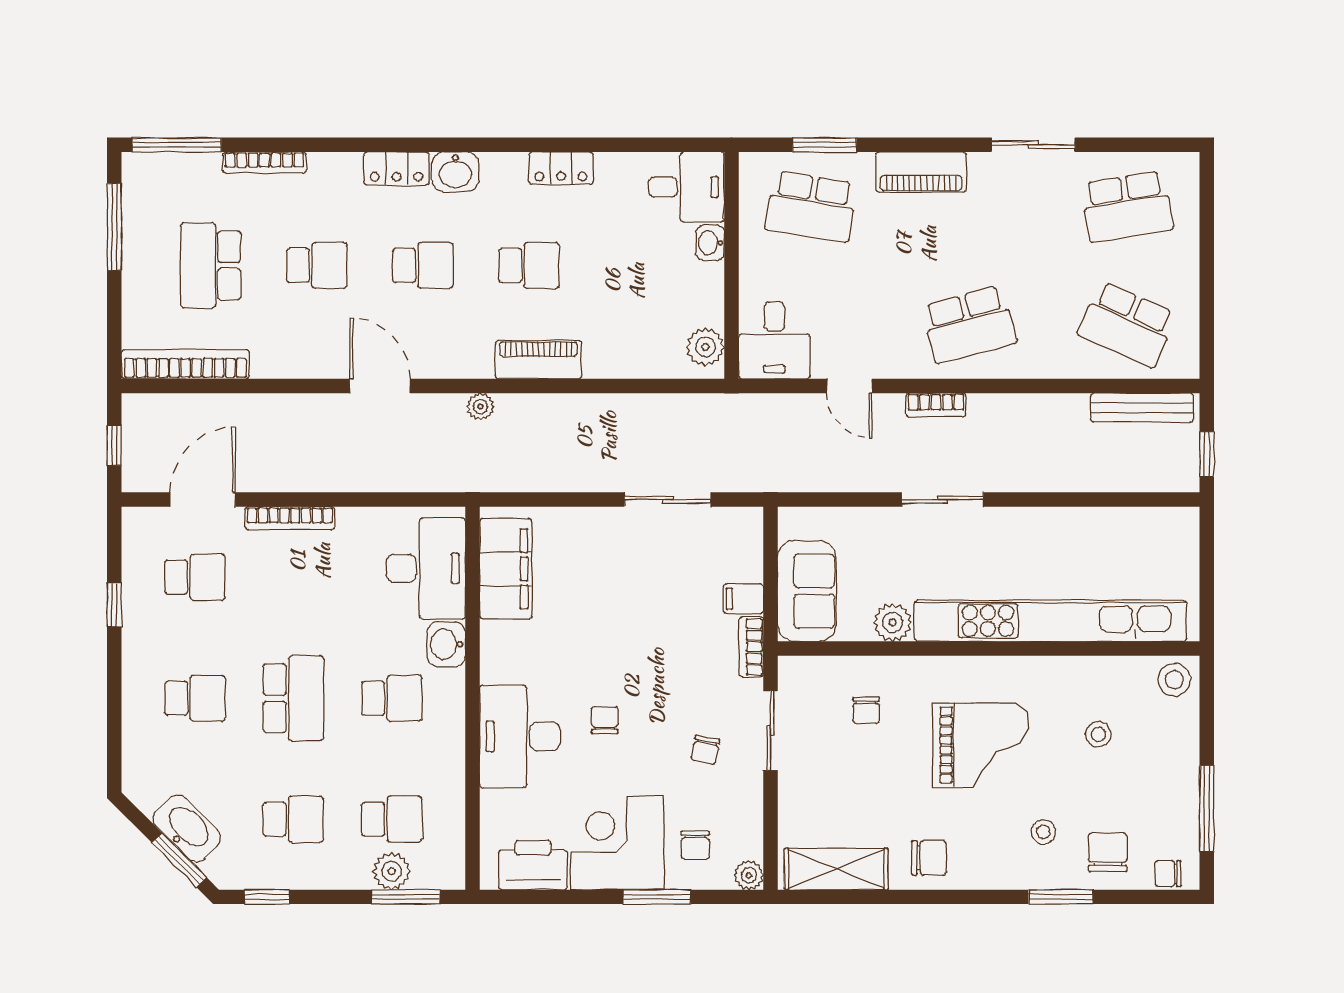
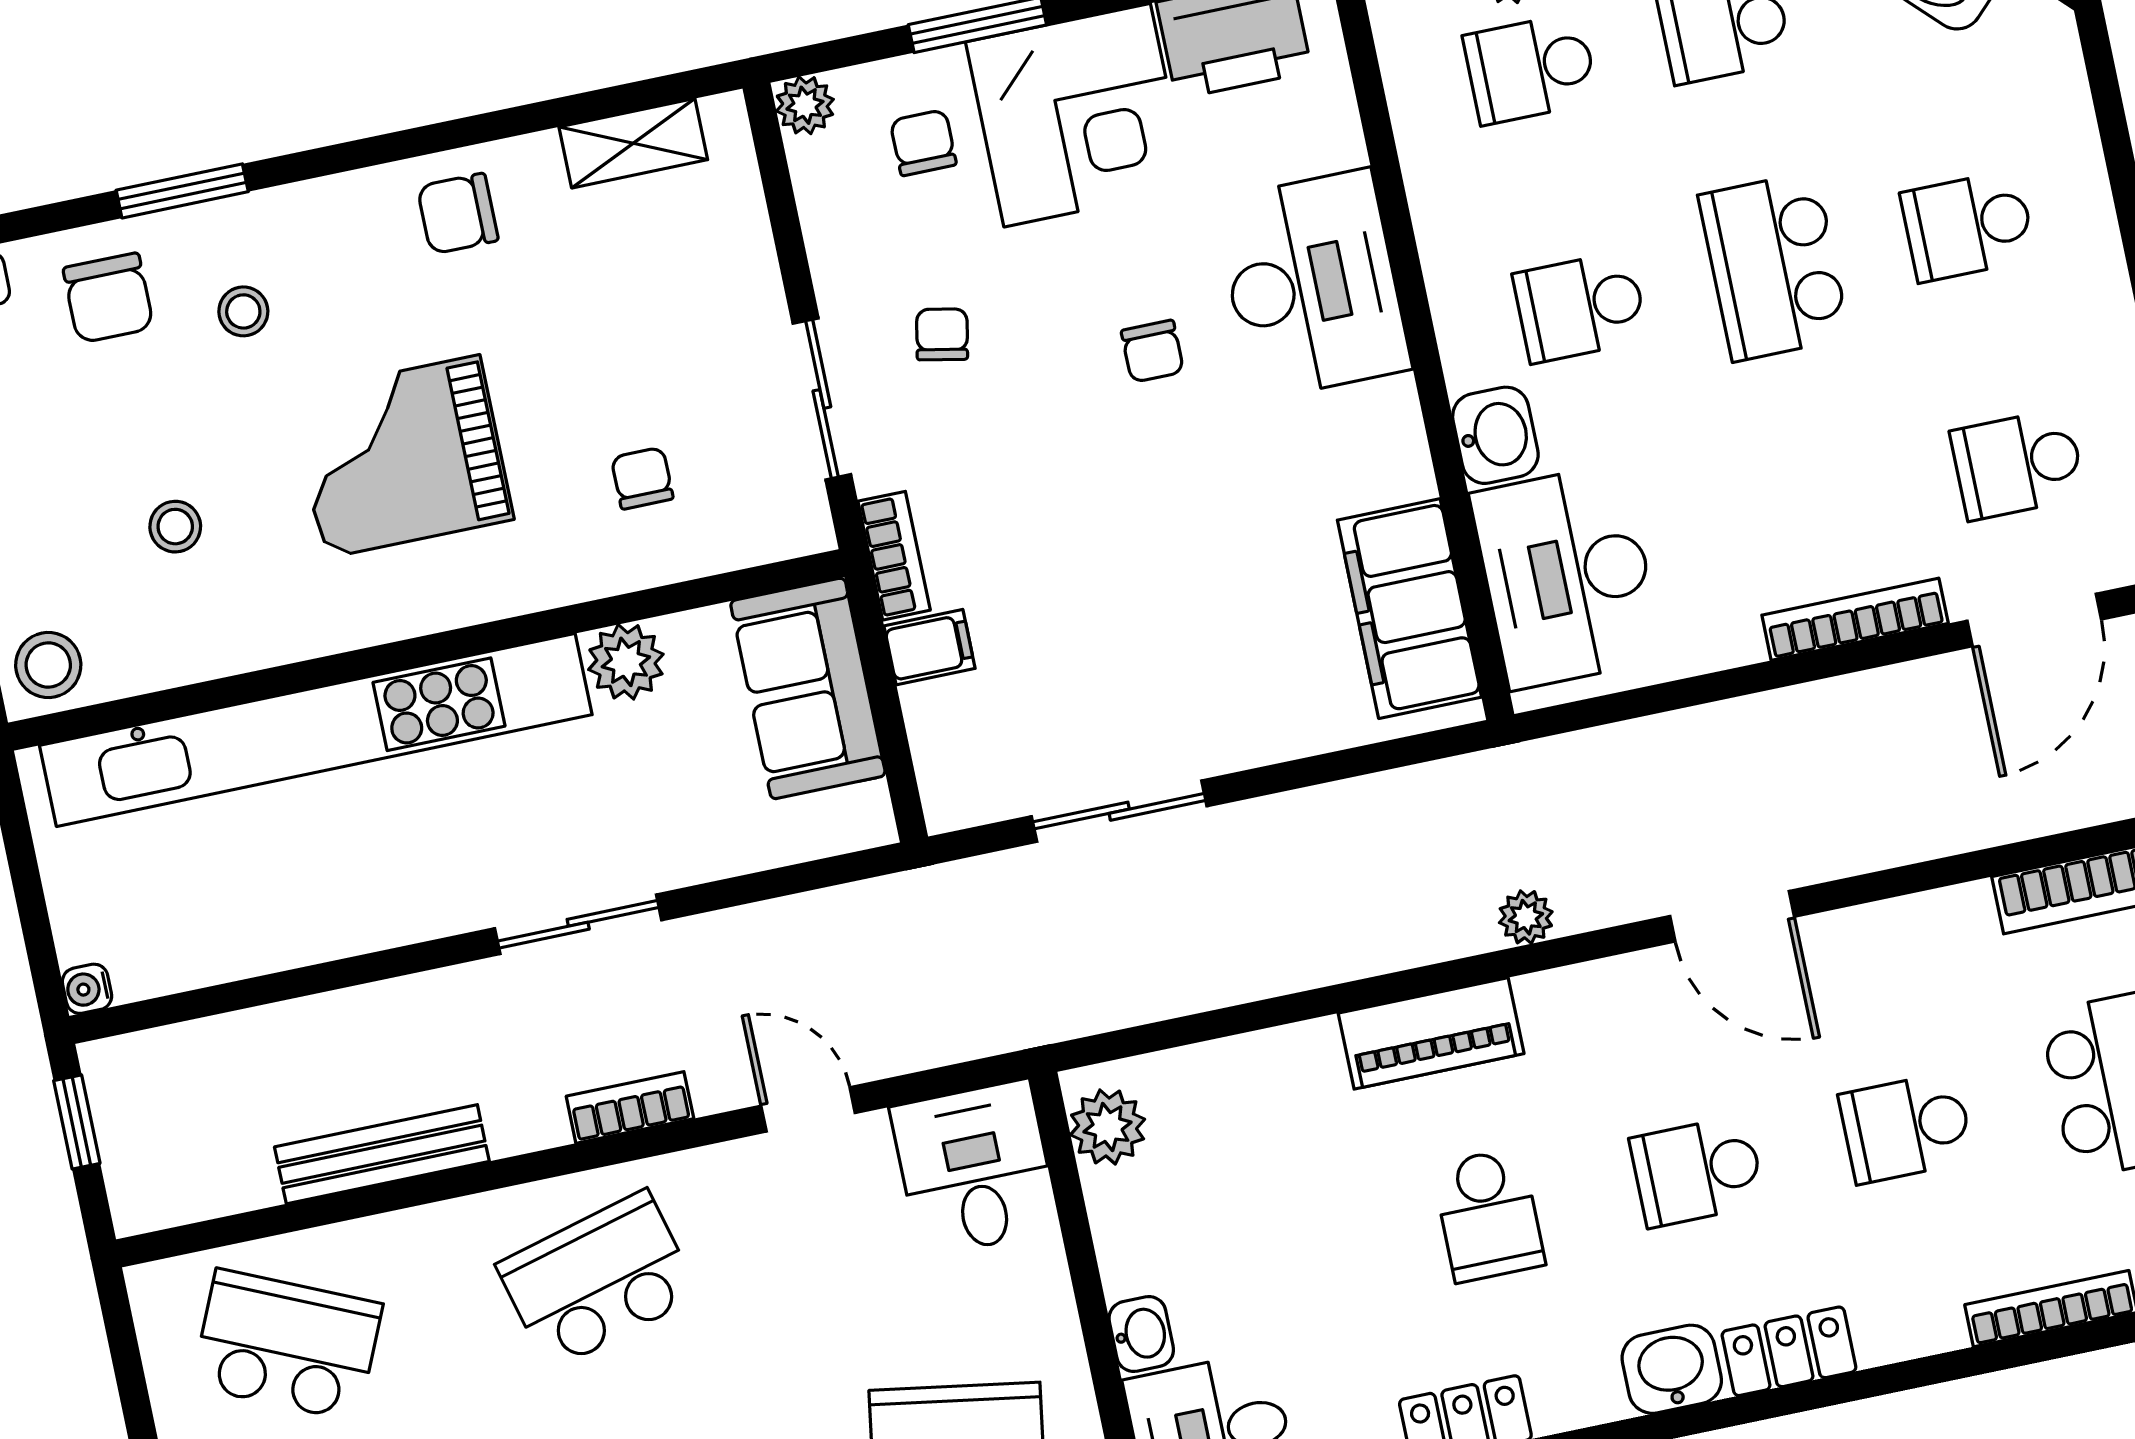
school desk: (529, 265) -> (1488, 1215), turned -90
bench: (1142, 408) -> (382, 1154), moved
water cooler: (1188, 518) -> (87, 989), added
shelving: (836, 869) -> (633, 143), width x0.67, depth x0.75

